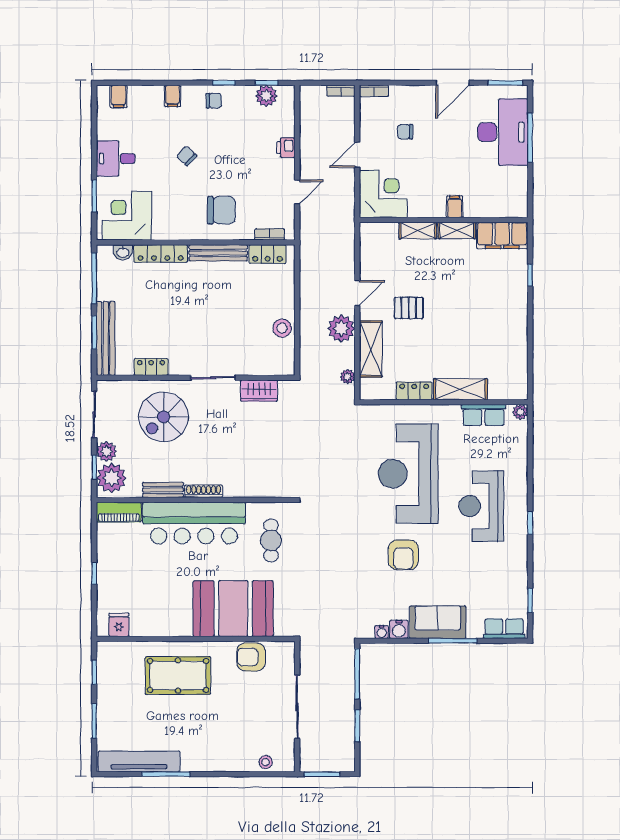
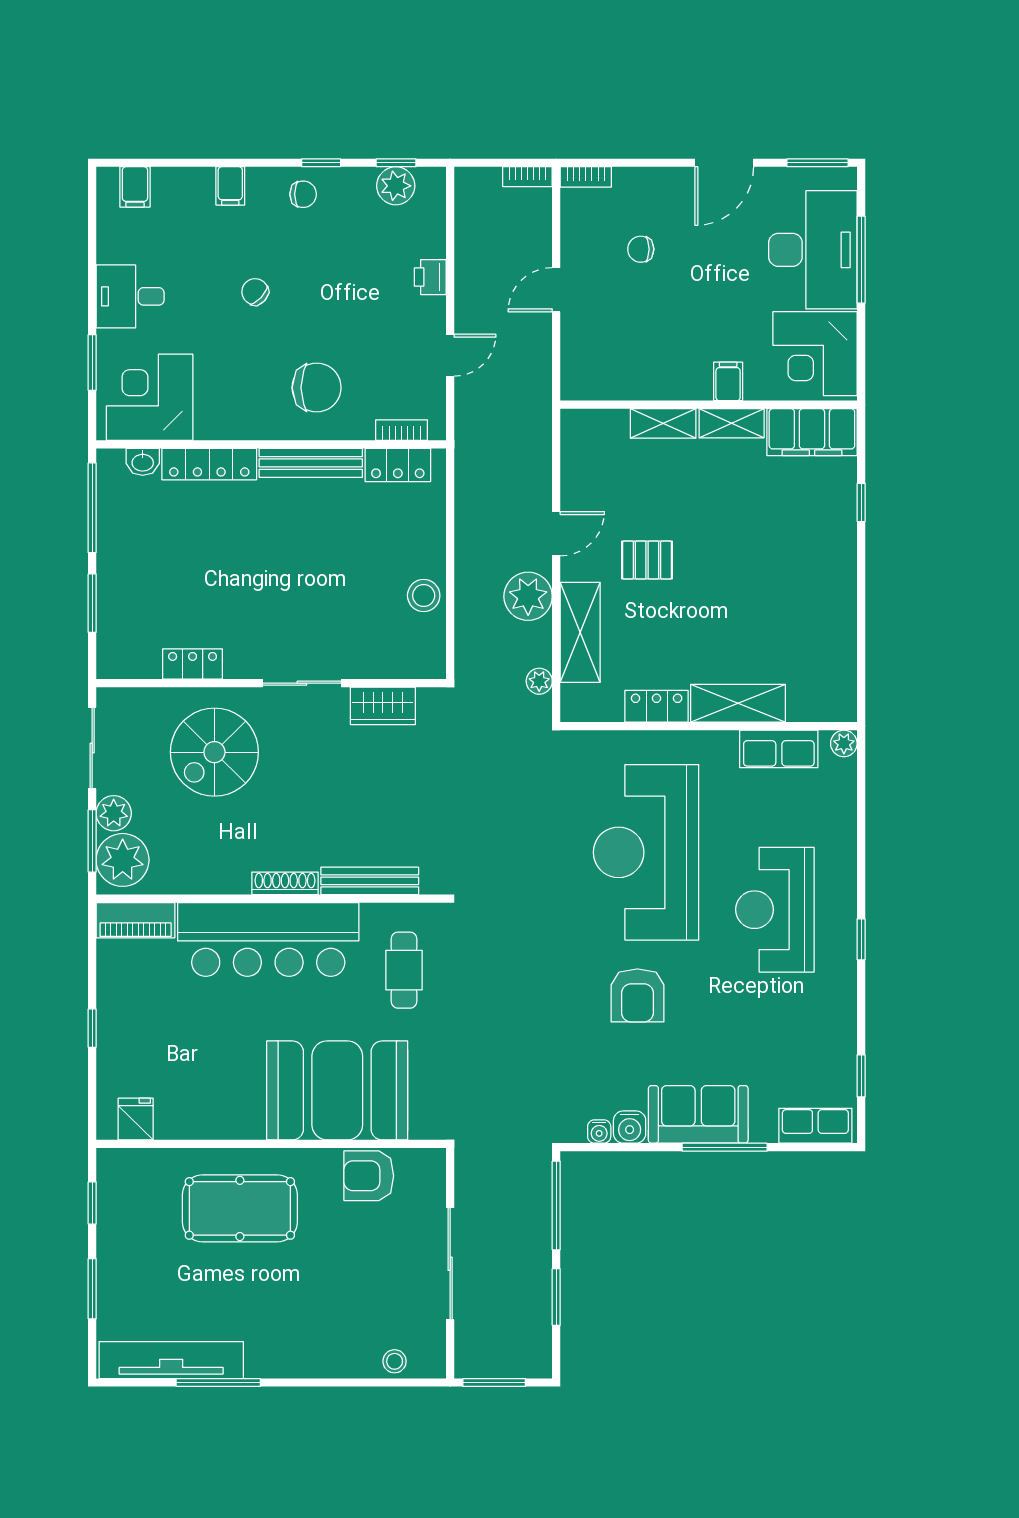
corner desk: (383, 194) -> (815, 354), moved, turned 180
bench: (106, 338) -> (112, 614), removed
window: (94, 467) -> (92, 841), width x1.50
bench: (163, 490) -> (370, 881), moved, width x1.36

